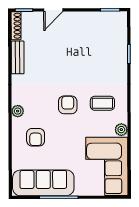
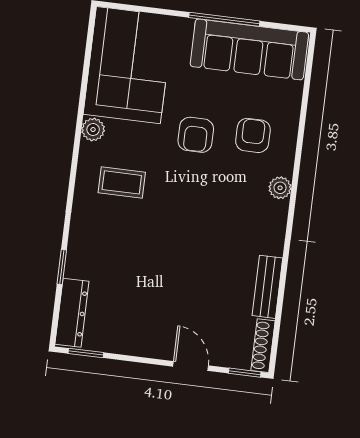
door: (53, 10) -> (191, 366), hinge flipped
dresser: (120, 30) -> (72, 313), added
armchair: (68, 105) -> (196, 135), moved

